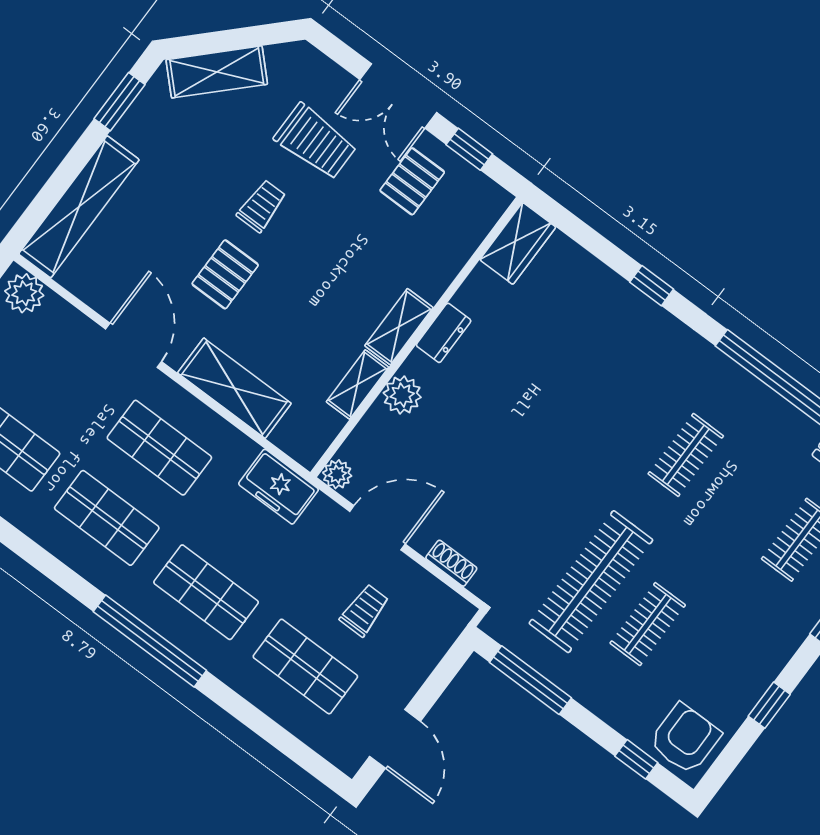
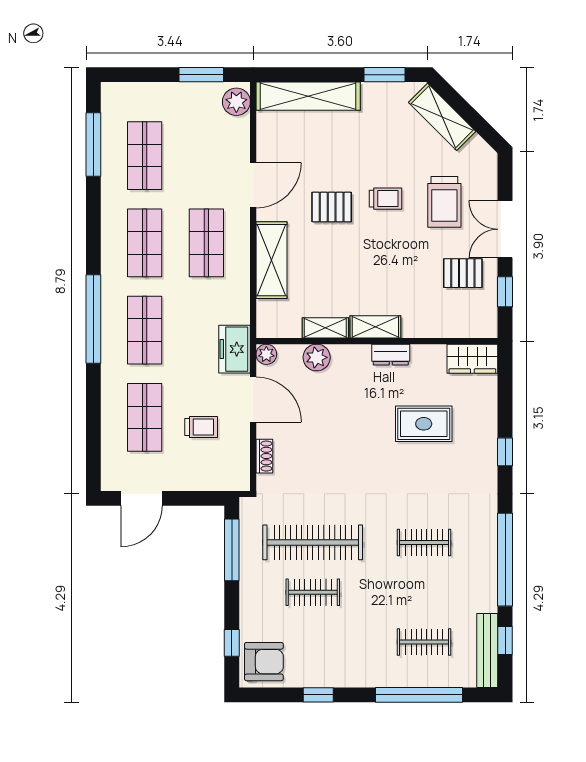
rug: (550, 354) -> (424, 424), added
plant: (402, 395) -> (317, 357), moved
freezer: (279, 487) -> (235, 349), moved

